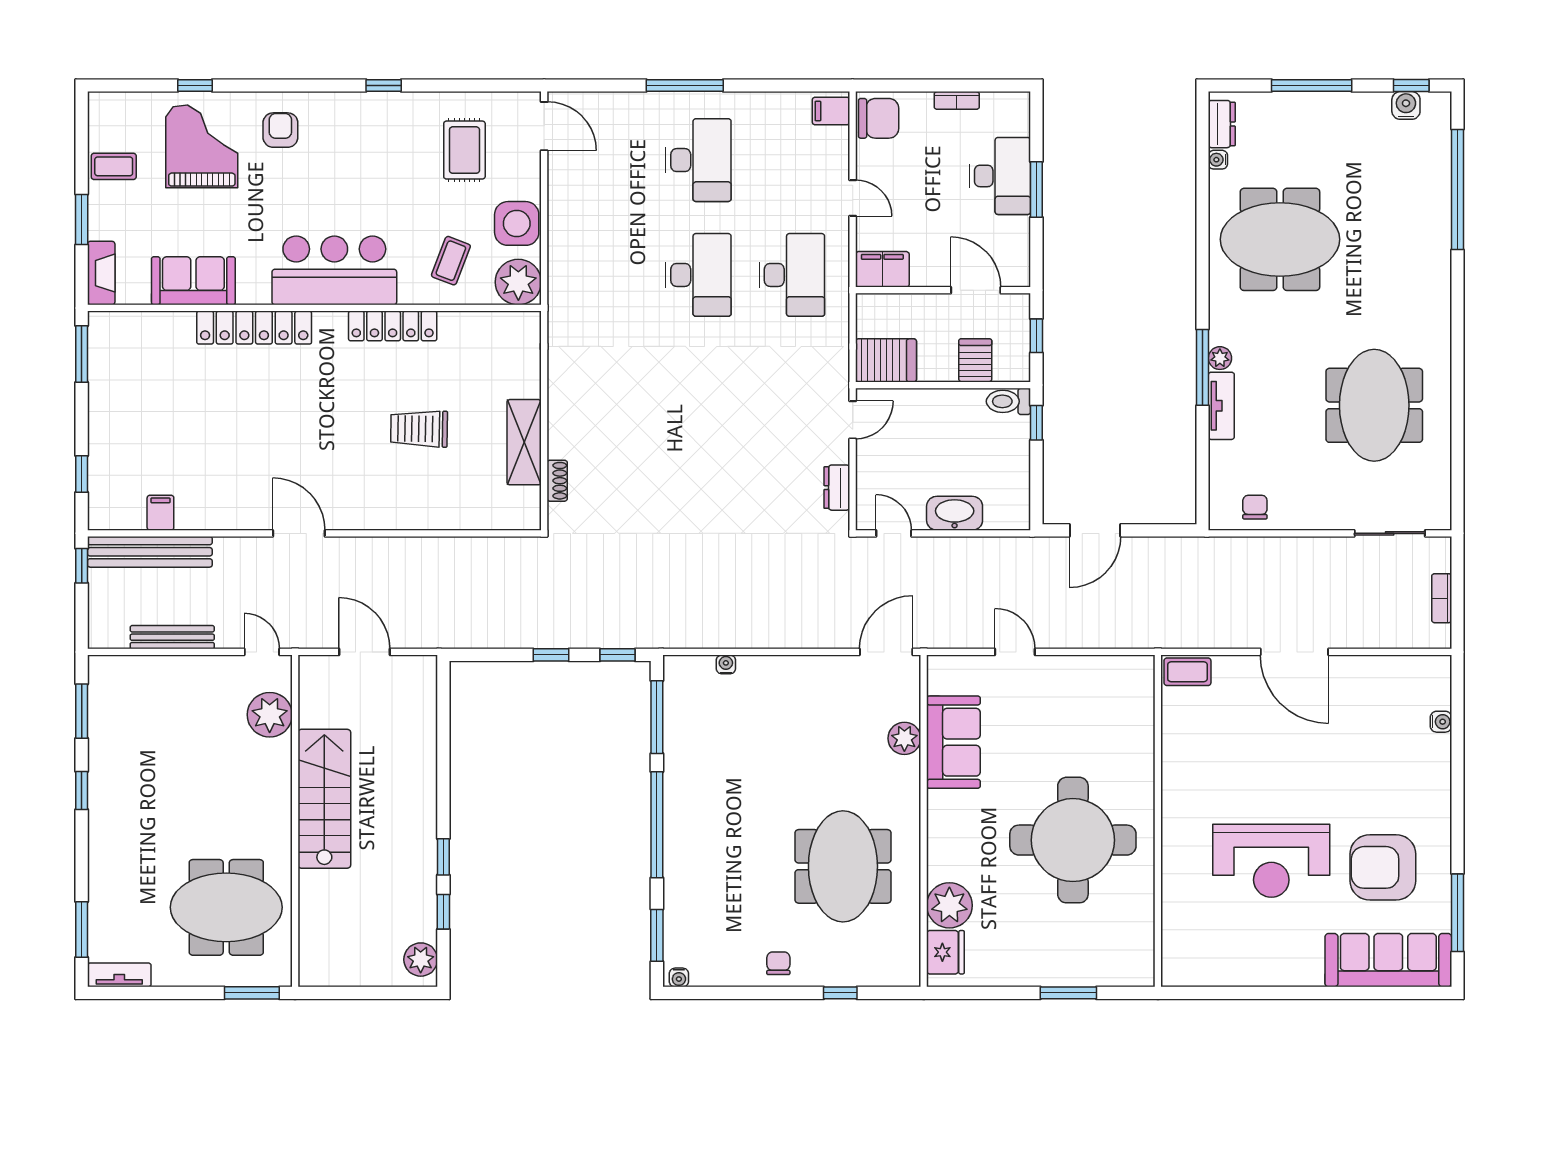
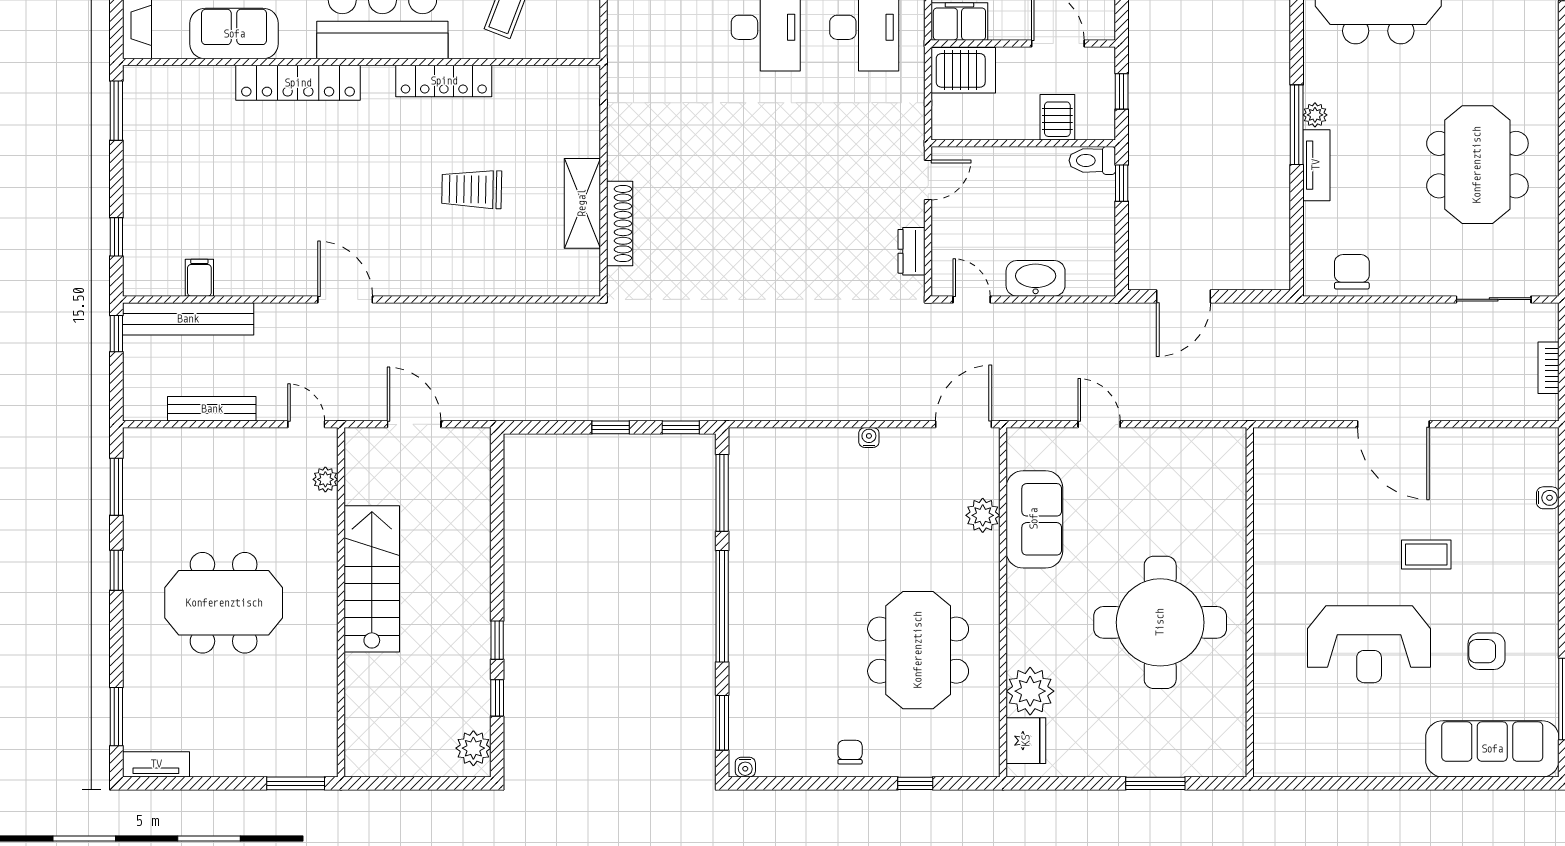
plant: (518, 282) -> (576, 35), removed
server rack: (886, 360) -> (963, 70), moved
shoe rack: (557, 481) -> (620, 224), width x1.94, depth x1.24
chair: (1255, 507) -> (1352, 272), width x1.37, depth x1.37
water cooler: (726, 664) -> (869, 437), moved
coffee table: (1187, 672) -> (1426, 555), moved
plant: (270, 715) -> (325, 479), width x0.53, depth x0.53
armchair: (1383, 867) -> (1487, 651), width x0.53, depth x0.53
meeting table: (226, 907) -> (224, 603), moved

